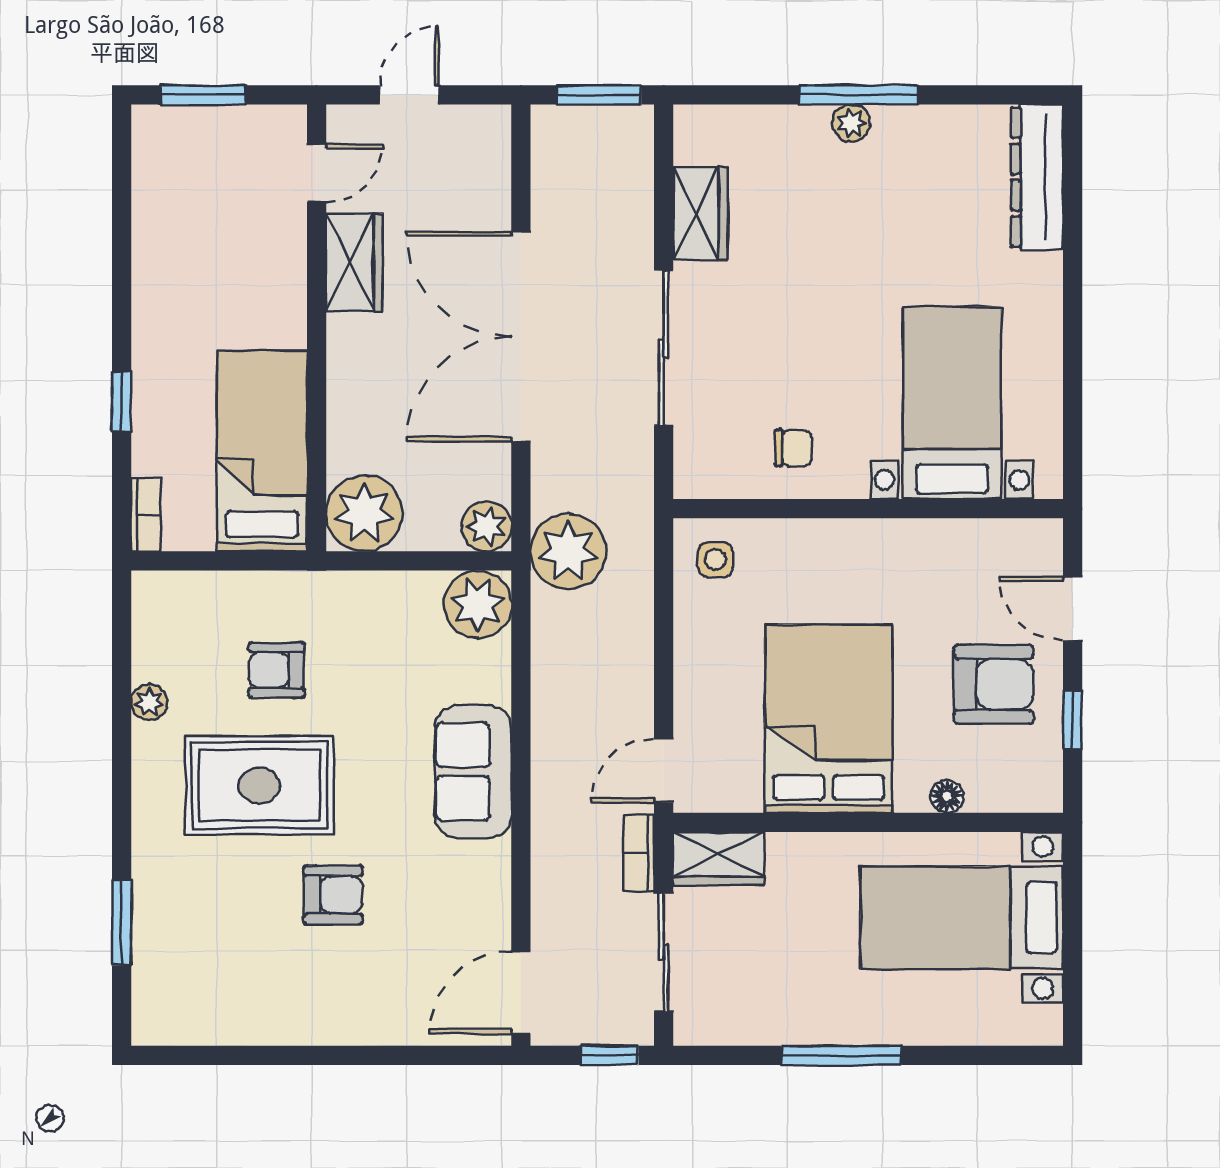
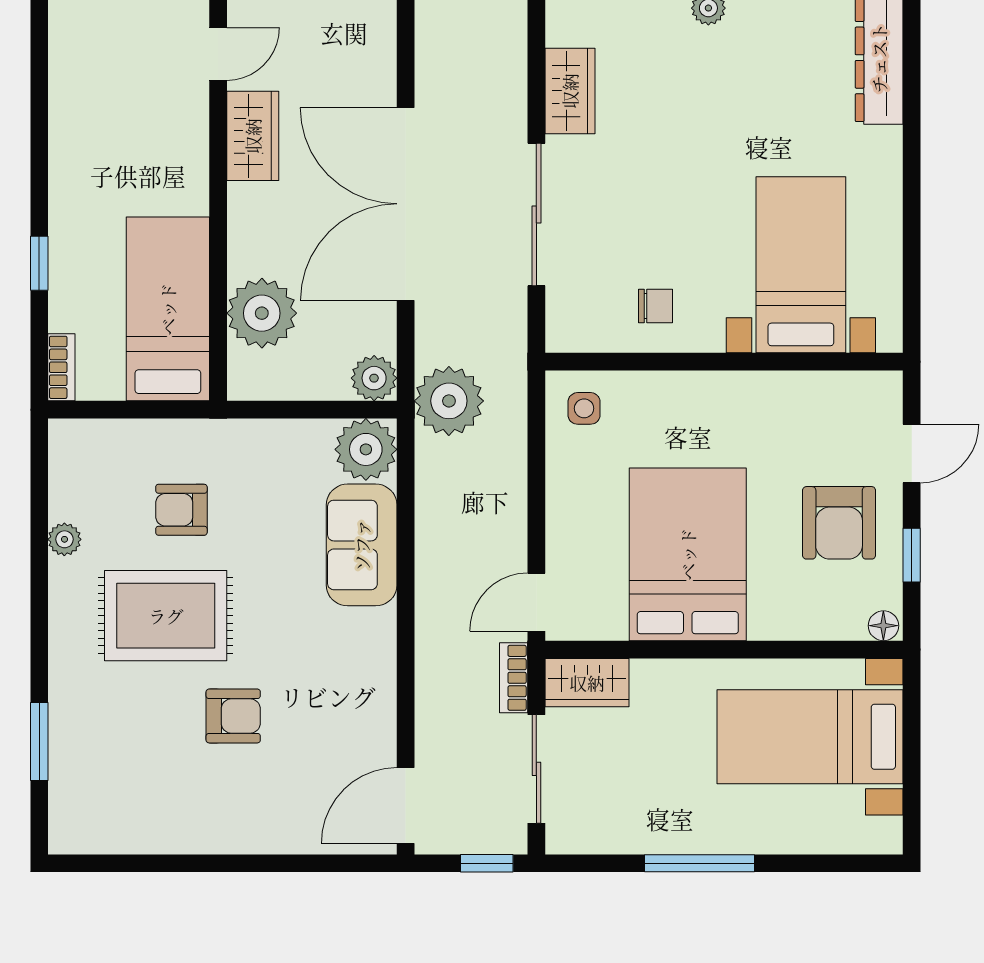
plant: (364, 513) -> (262, 313), moved
door: (1073, 609) -> (912, 454), swing flipped
armchair: (994, 684) -> (839, 523), turned 90
sofa: (473, 772) -> (362, 545), moved
floor lamp: (947, 796) -> (883, 626), moved

